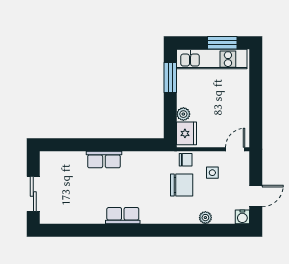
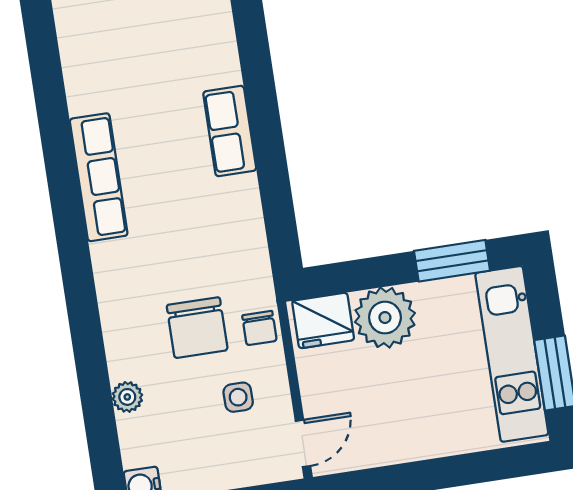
plant: (183, 114) -> (385, 318), width x1.88, depth x1.88
door: (235, 149) -> (303, 443), hinge flipped
row of seats: (123, 216) -> (99, 177), width x1.48

